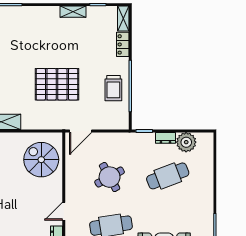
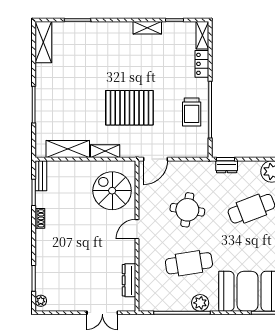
shelving: (35, 124) -> (105, 151), added
dresser: (165, 138) -> (227, 167), moved
round table: (110, 177) -> (187, 210), turned 38
door: (64, 211) -> (137, 229), moved

